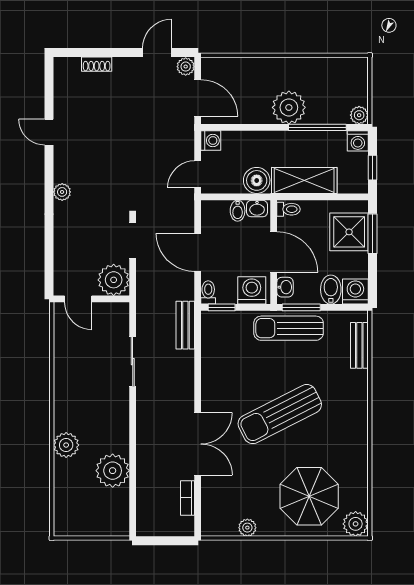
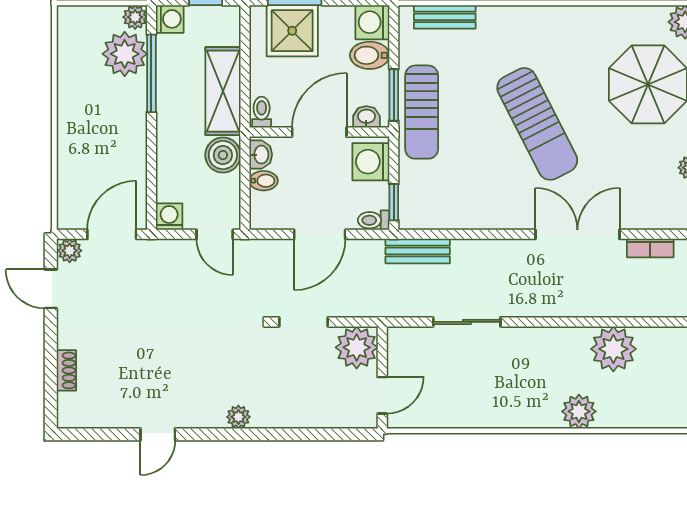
plant: (289, 107) -> (125, 54), moved

